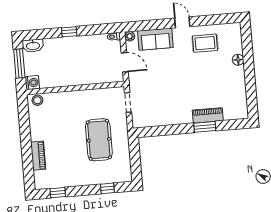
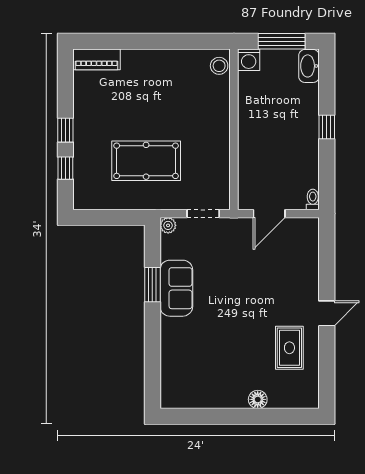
plant: (130, 36) -> (168, 225), moved
sofa: (155, 39) -> (176, 288), moved, turned 180
piano: (208, 115) -> (171, 342), removed
window: (205, 127) -> (152, 285), moved
piano: (38, 156) -> (96, 59), moved
window: (58, 193) -> (65, 130), moved

